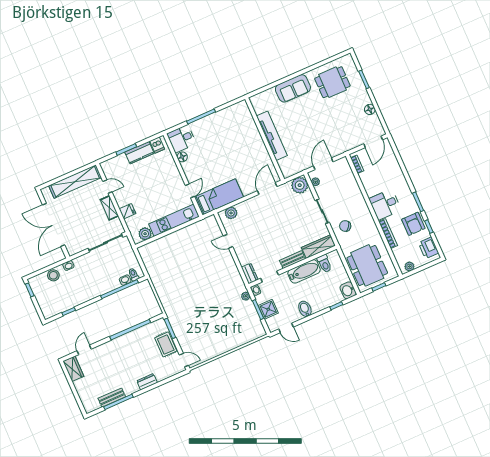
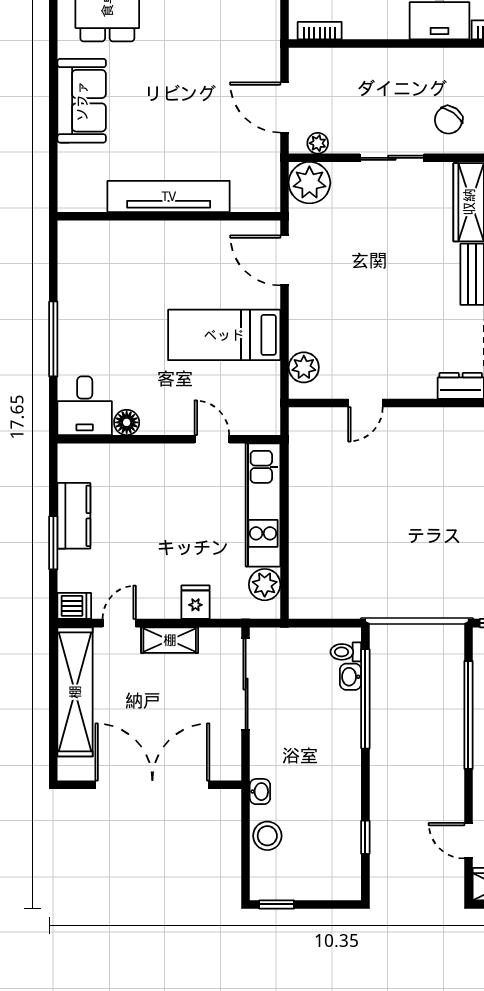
dishwasher: (157, 145) -> (74, 606), moved
bed: (219, 197) -> (224, 335), moved, turned -90
double door: (54, 225) -> (152, 785), swing flipped

